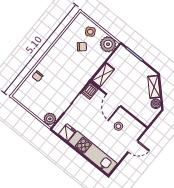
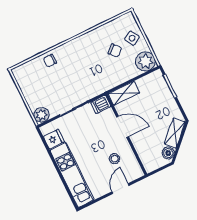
door: (113, 100) -> (123, 127), swing flipped
door: (133, 146) -> (120, 189), swing flipped

